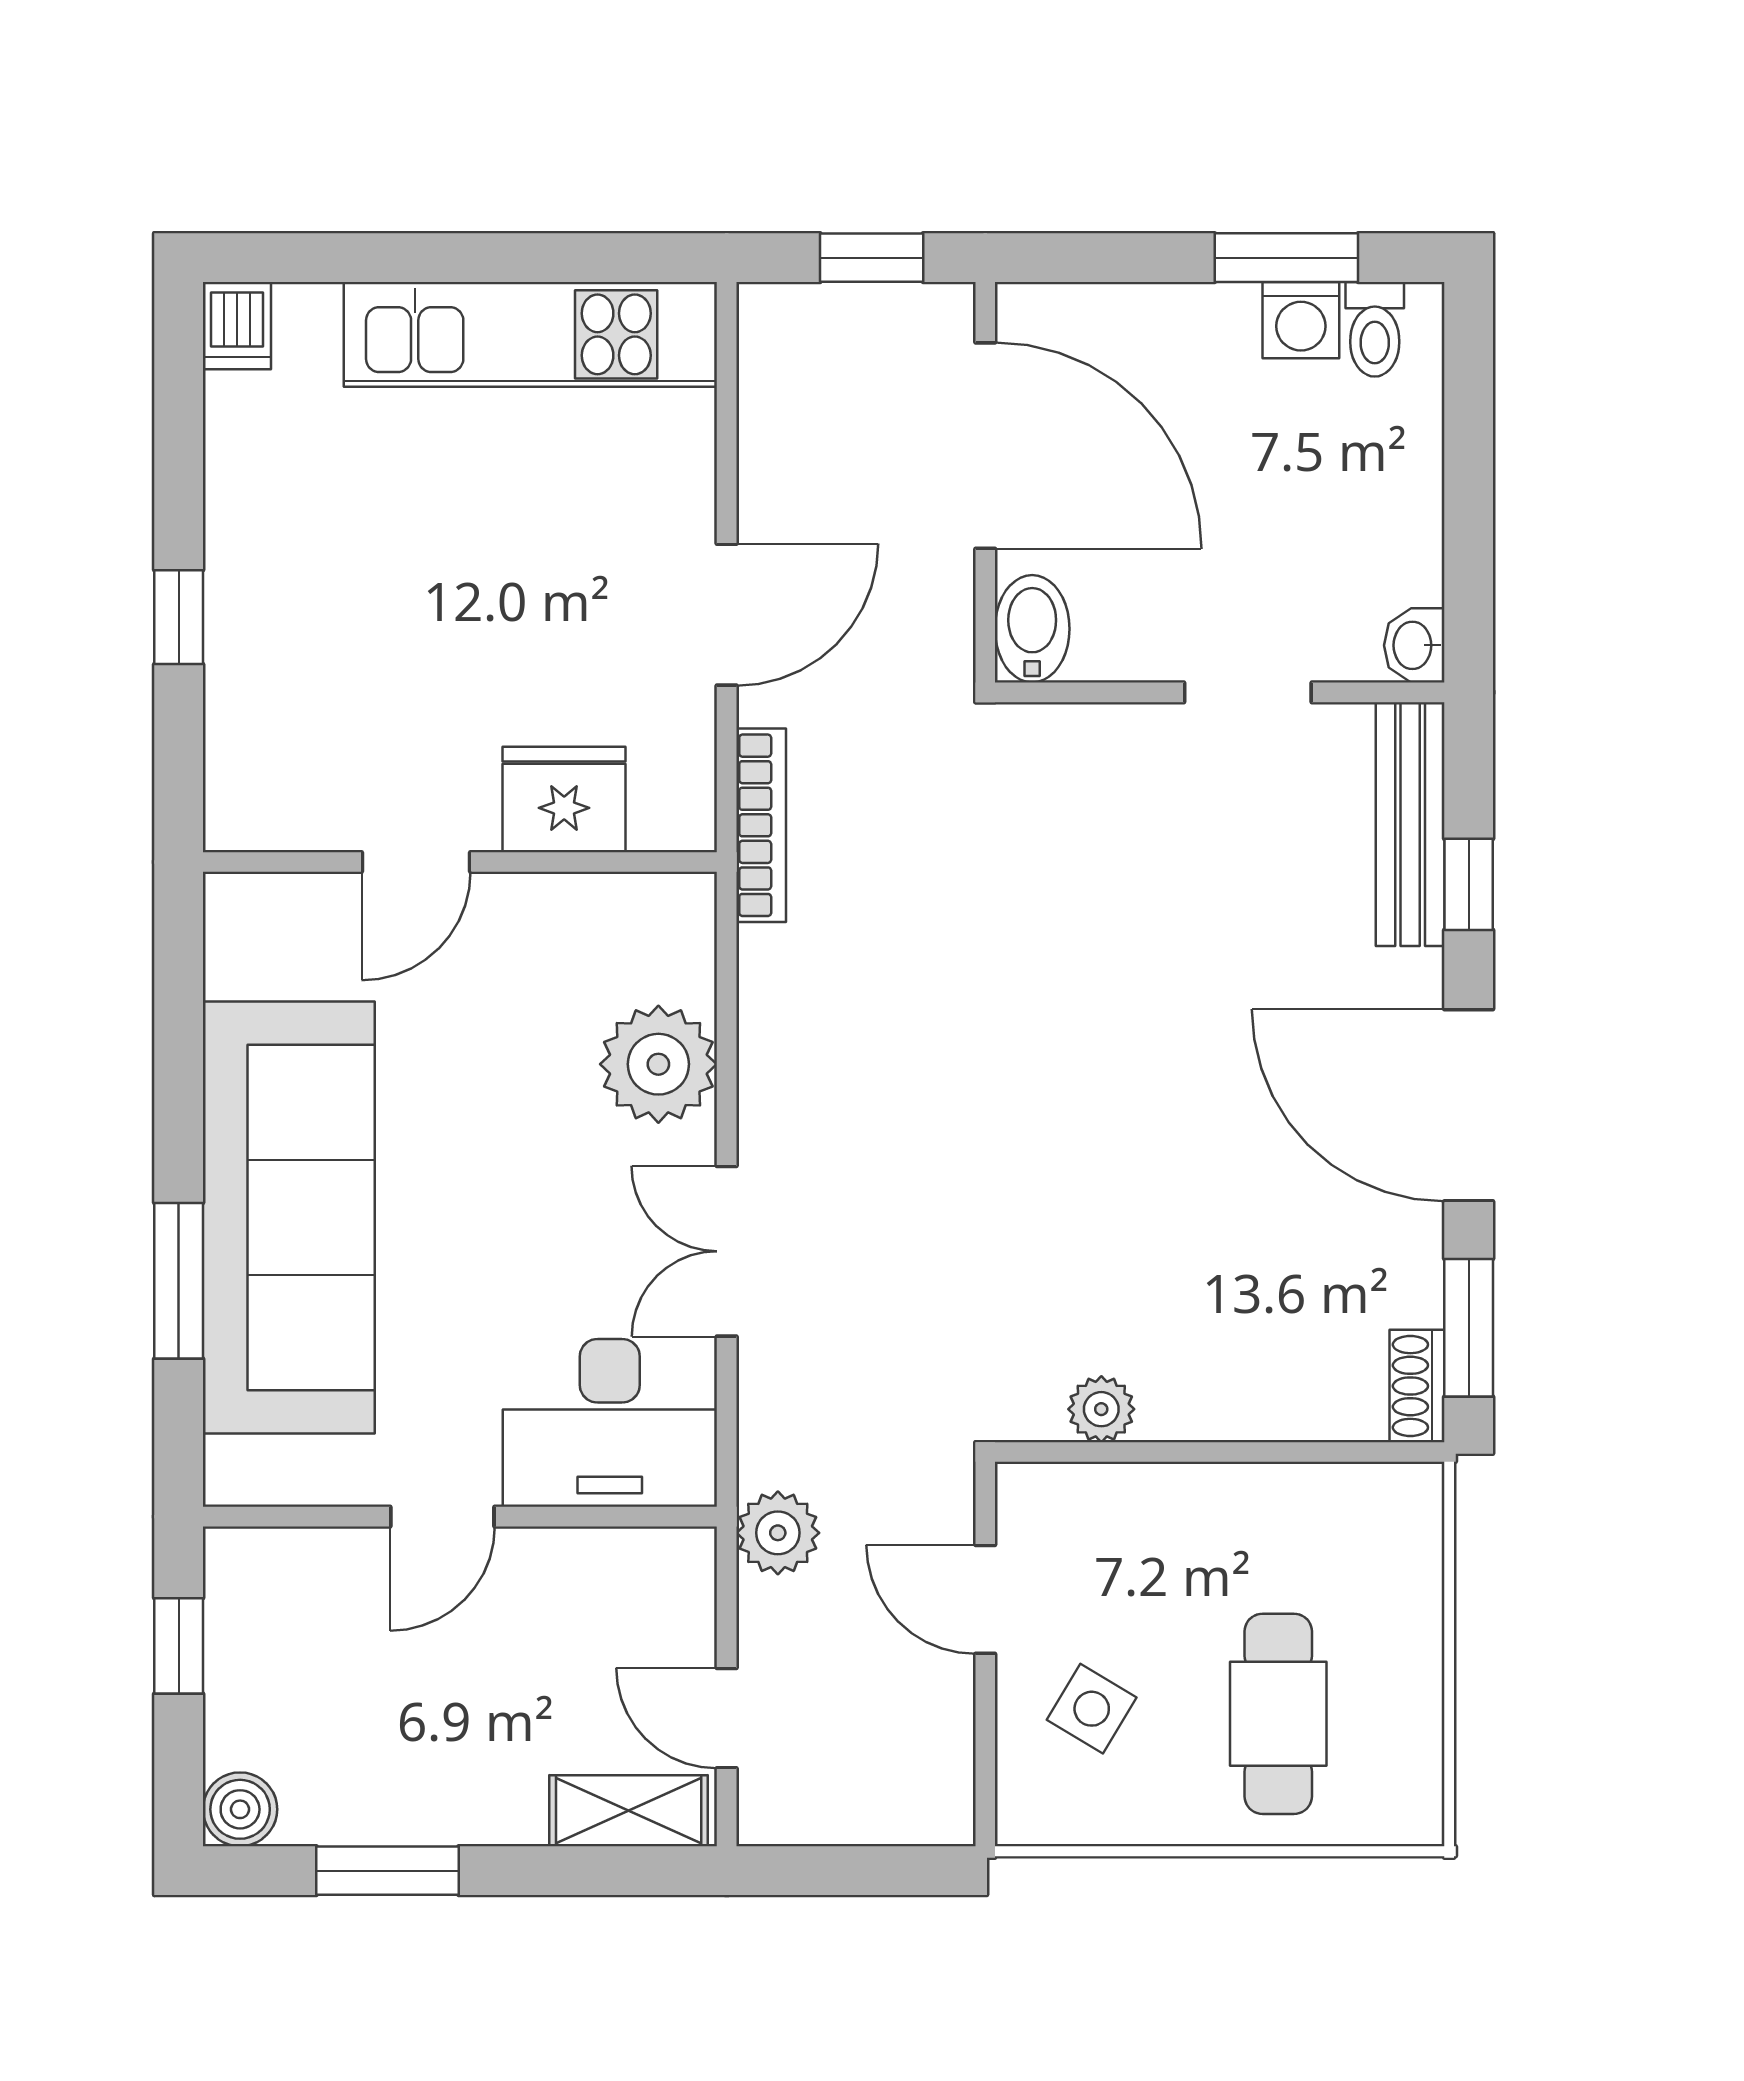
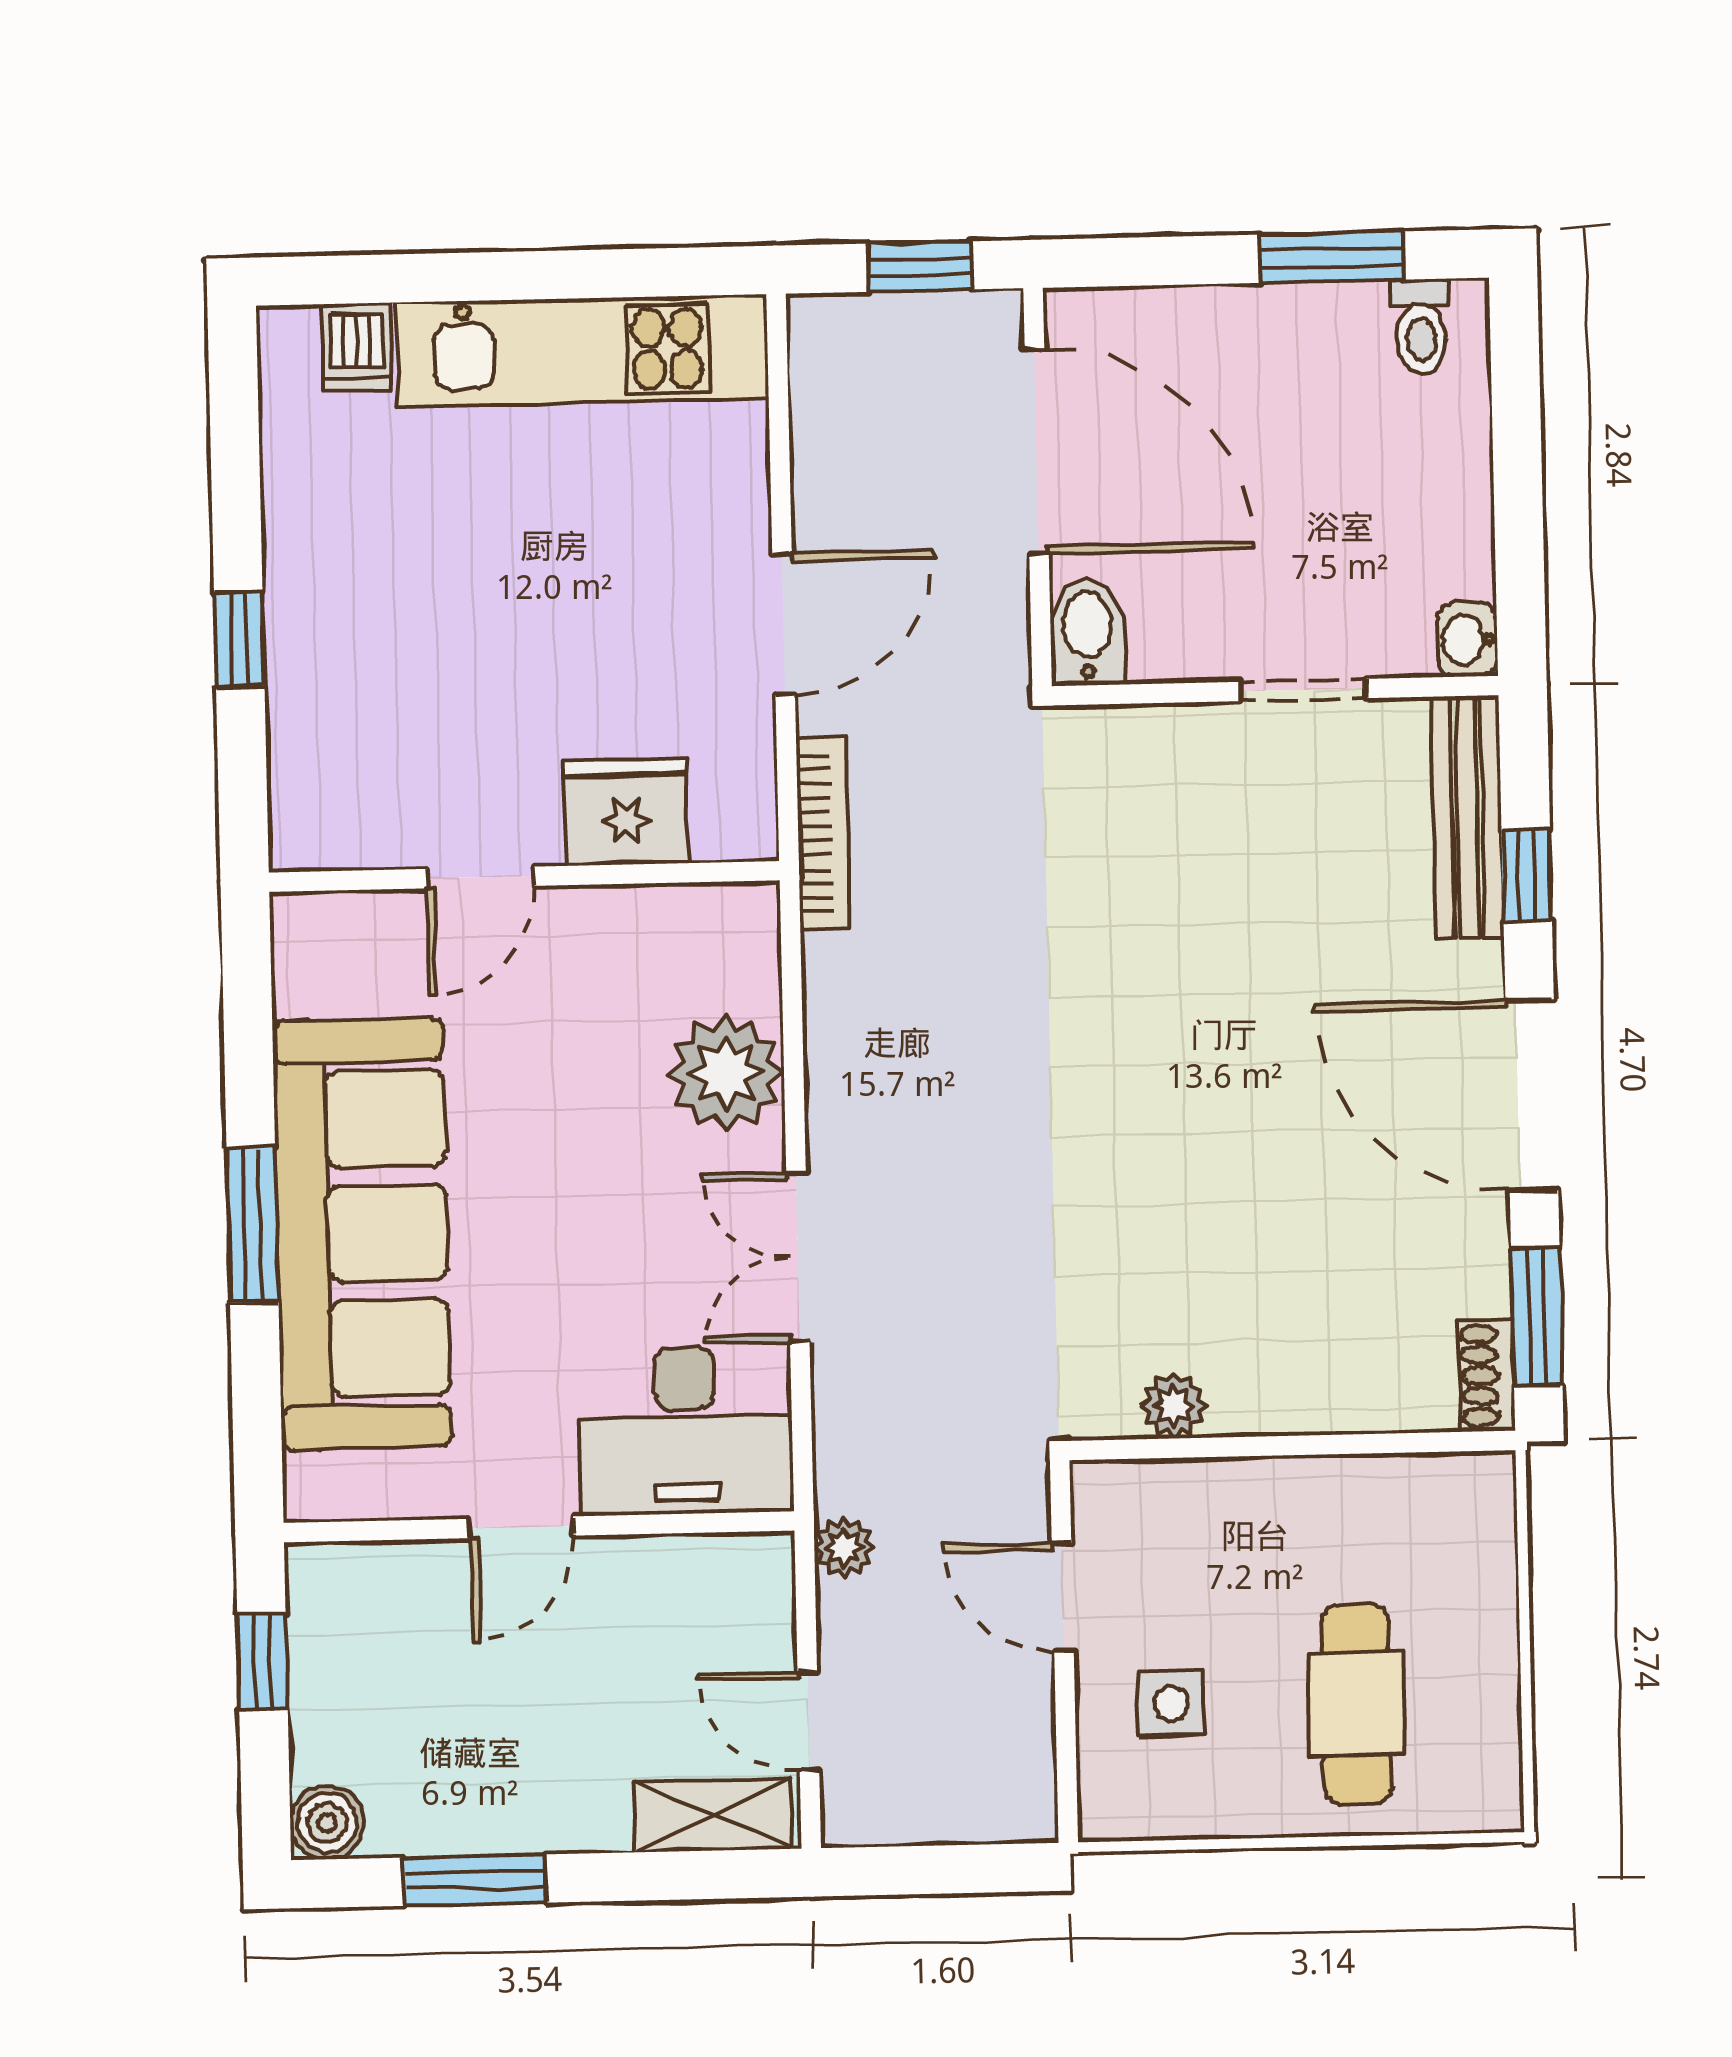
washing machine: (1301, 320) -> (1347, 319), removed
dishwasher: (237, 326) -> (356, 347), moved
window: (179, 1281) -> (253, 1225), moved
plant: (778, 1533) -> (844, 1547), width x0.73, depth x0.73
side table: (1092, 1709) -> (1171, 1703), turned -31

